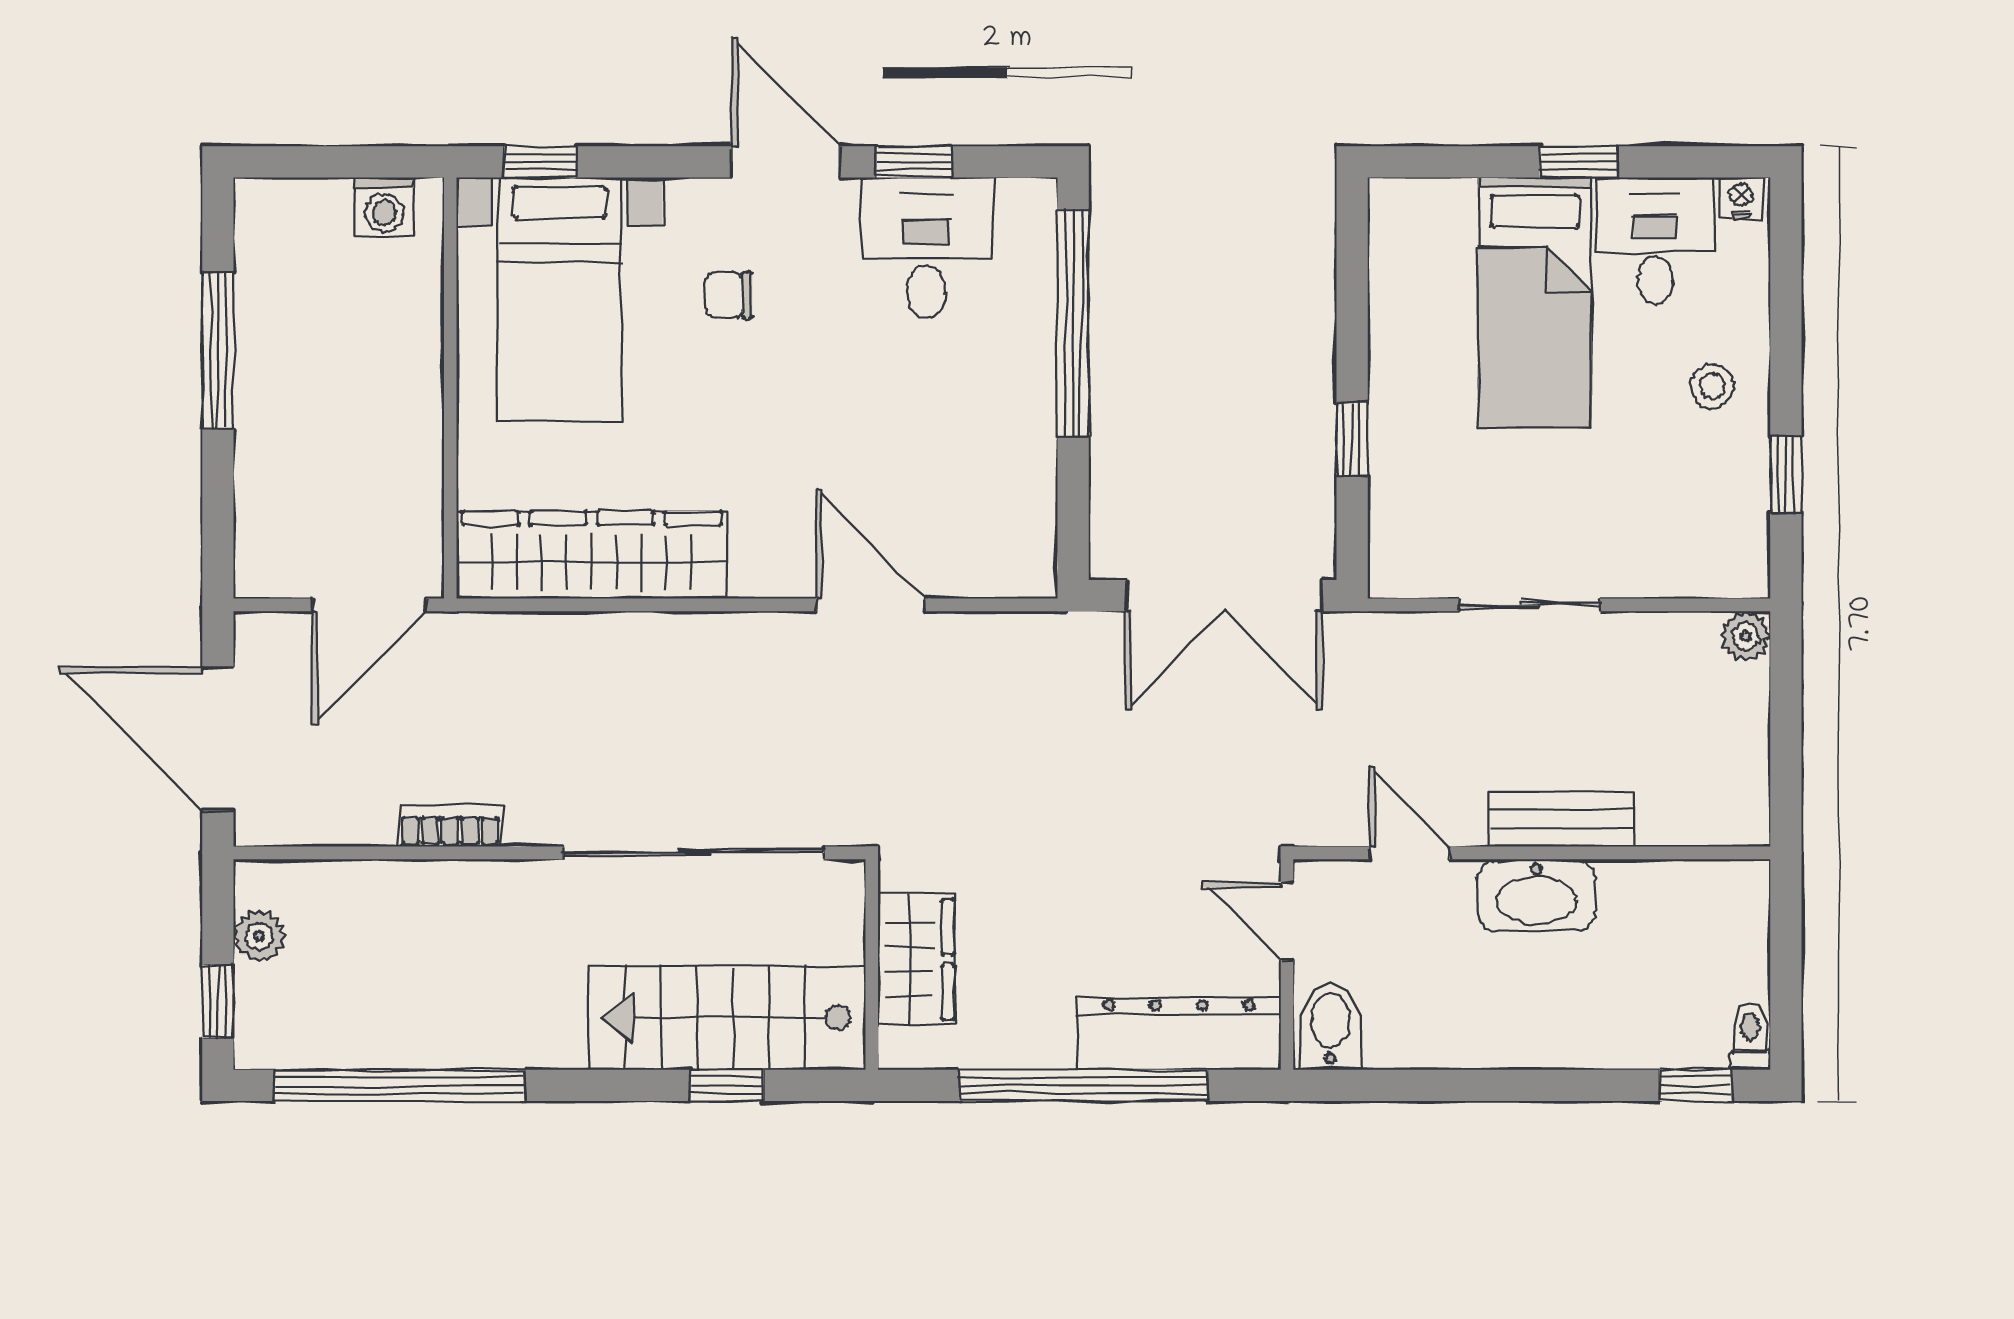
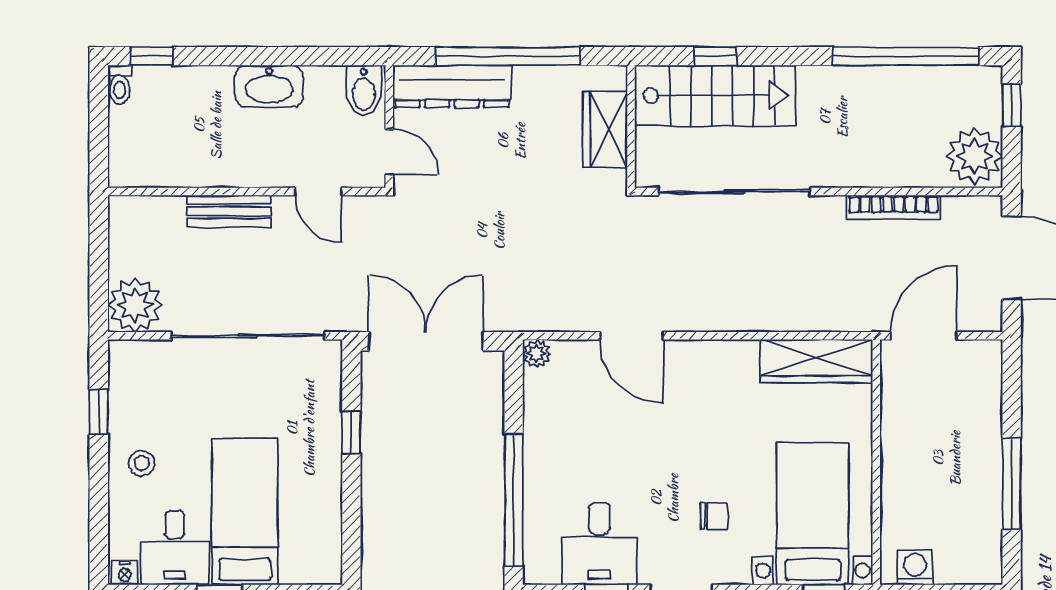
wardrobe: (592, 555) -> (816, 361), width x0.71, depth x0.85
plant: (1034, 575) -> (537, 353), added
sliding door: (1529, 605) -> (248, 336), width x1.86
plant: (1746, 636) -> (135, 305), width x1.88, depth x1.88
bookcase: (450, 826) -> (893, 207), width x1.56
washbasin: (1536, 895) -> (269, 86), moved, turned 180
plant: (259, 936) -> (974, 156), width x1.88, depth x1.88

